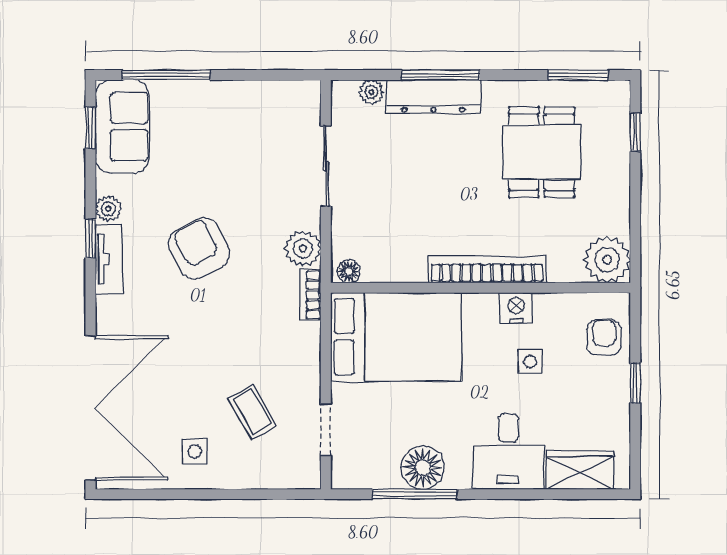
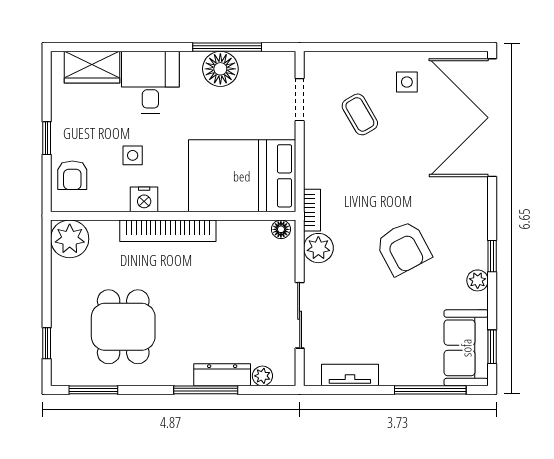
dresser: (433, 97) -> (222, 375), width x0.73, depth x0.80
tv unit: (109, 259) -> (350, 375), moved, turned 90

